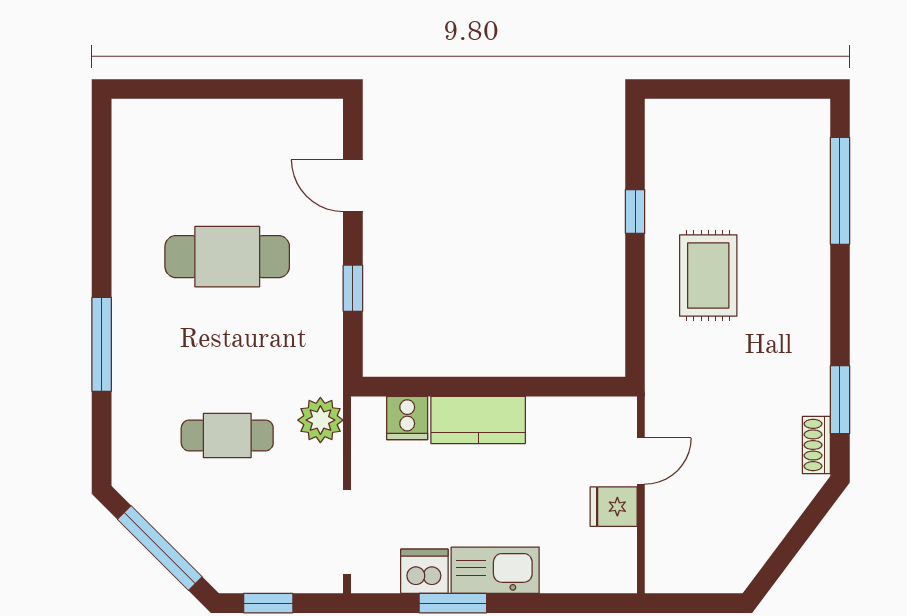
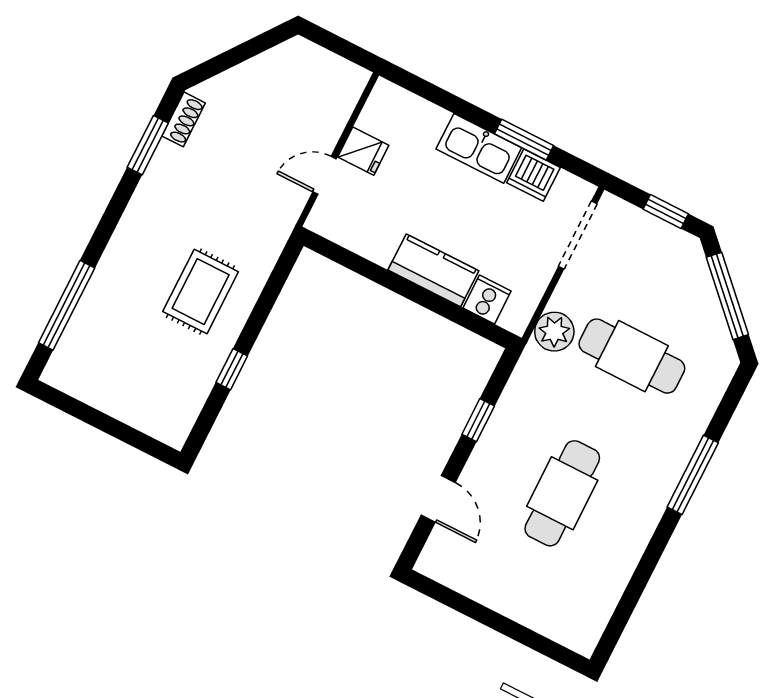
cafe table: (227, 257) -> (562, 493), turned 90
cafe table: (227, 435) -> (632, 356), width x1.37, depth x1.35

